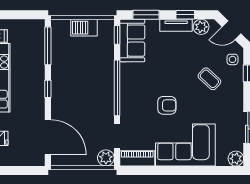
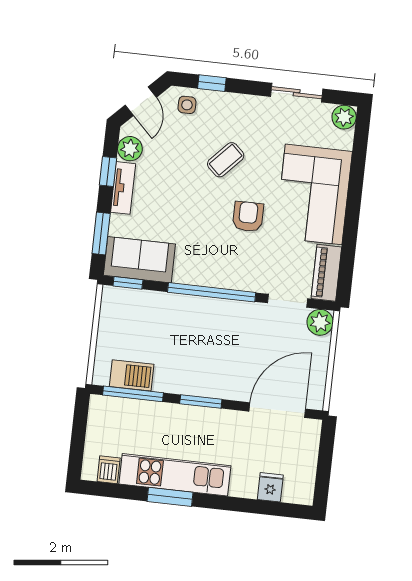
barbecue: (84, 28) -> (132, 375), moved, turned -90
coffee table: (209, 79) -> (226, 160), moved
window: (48, 89) -> (201, 402), width x1.50

